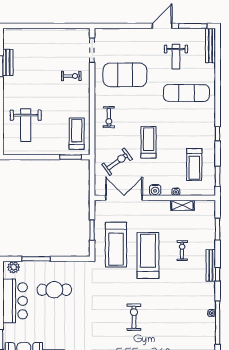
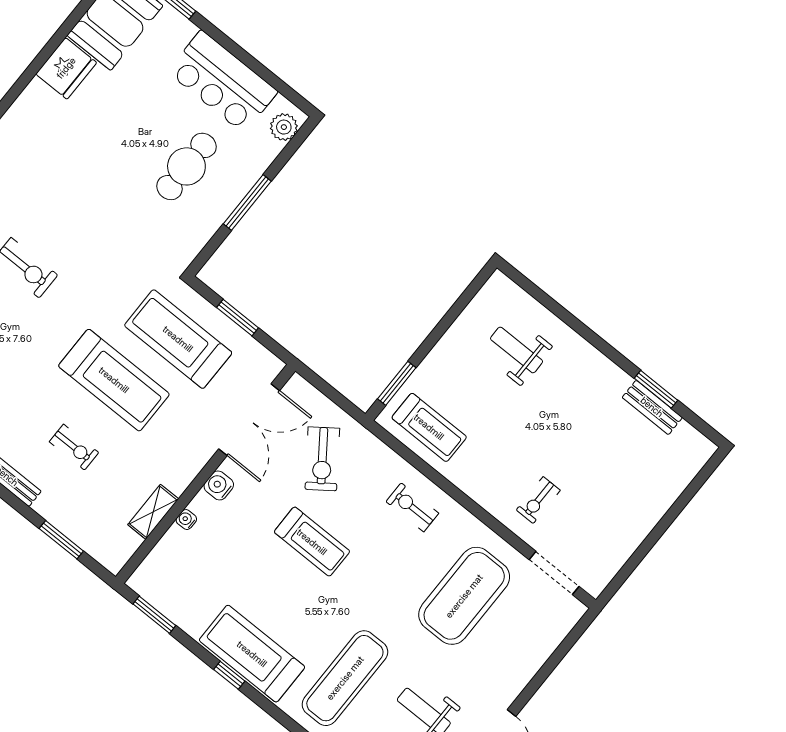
weight bench: (26, 125) -> (517, 350), width x0.73, depth x0.75
treadmill: (194, 165) -> (252, 654), moved, width x1.37, depth x1.38
window: (36, 259) -> (247, 203), moved

